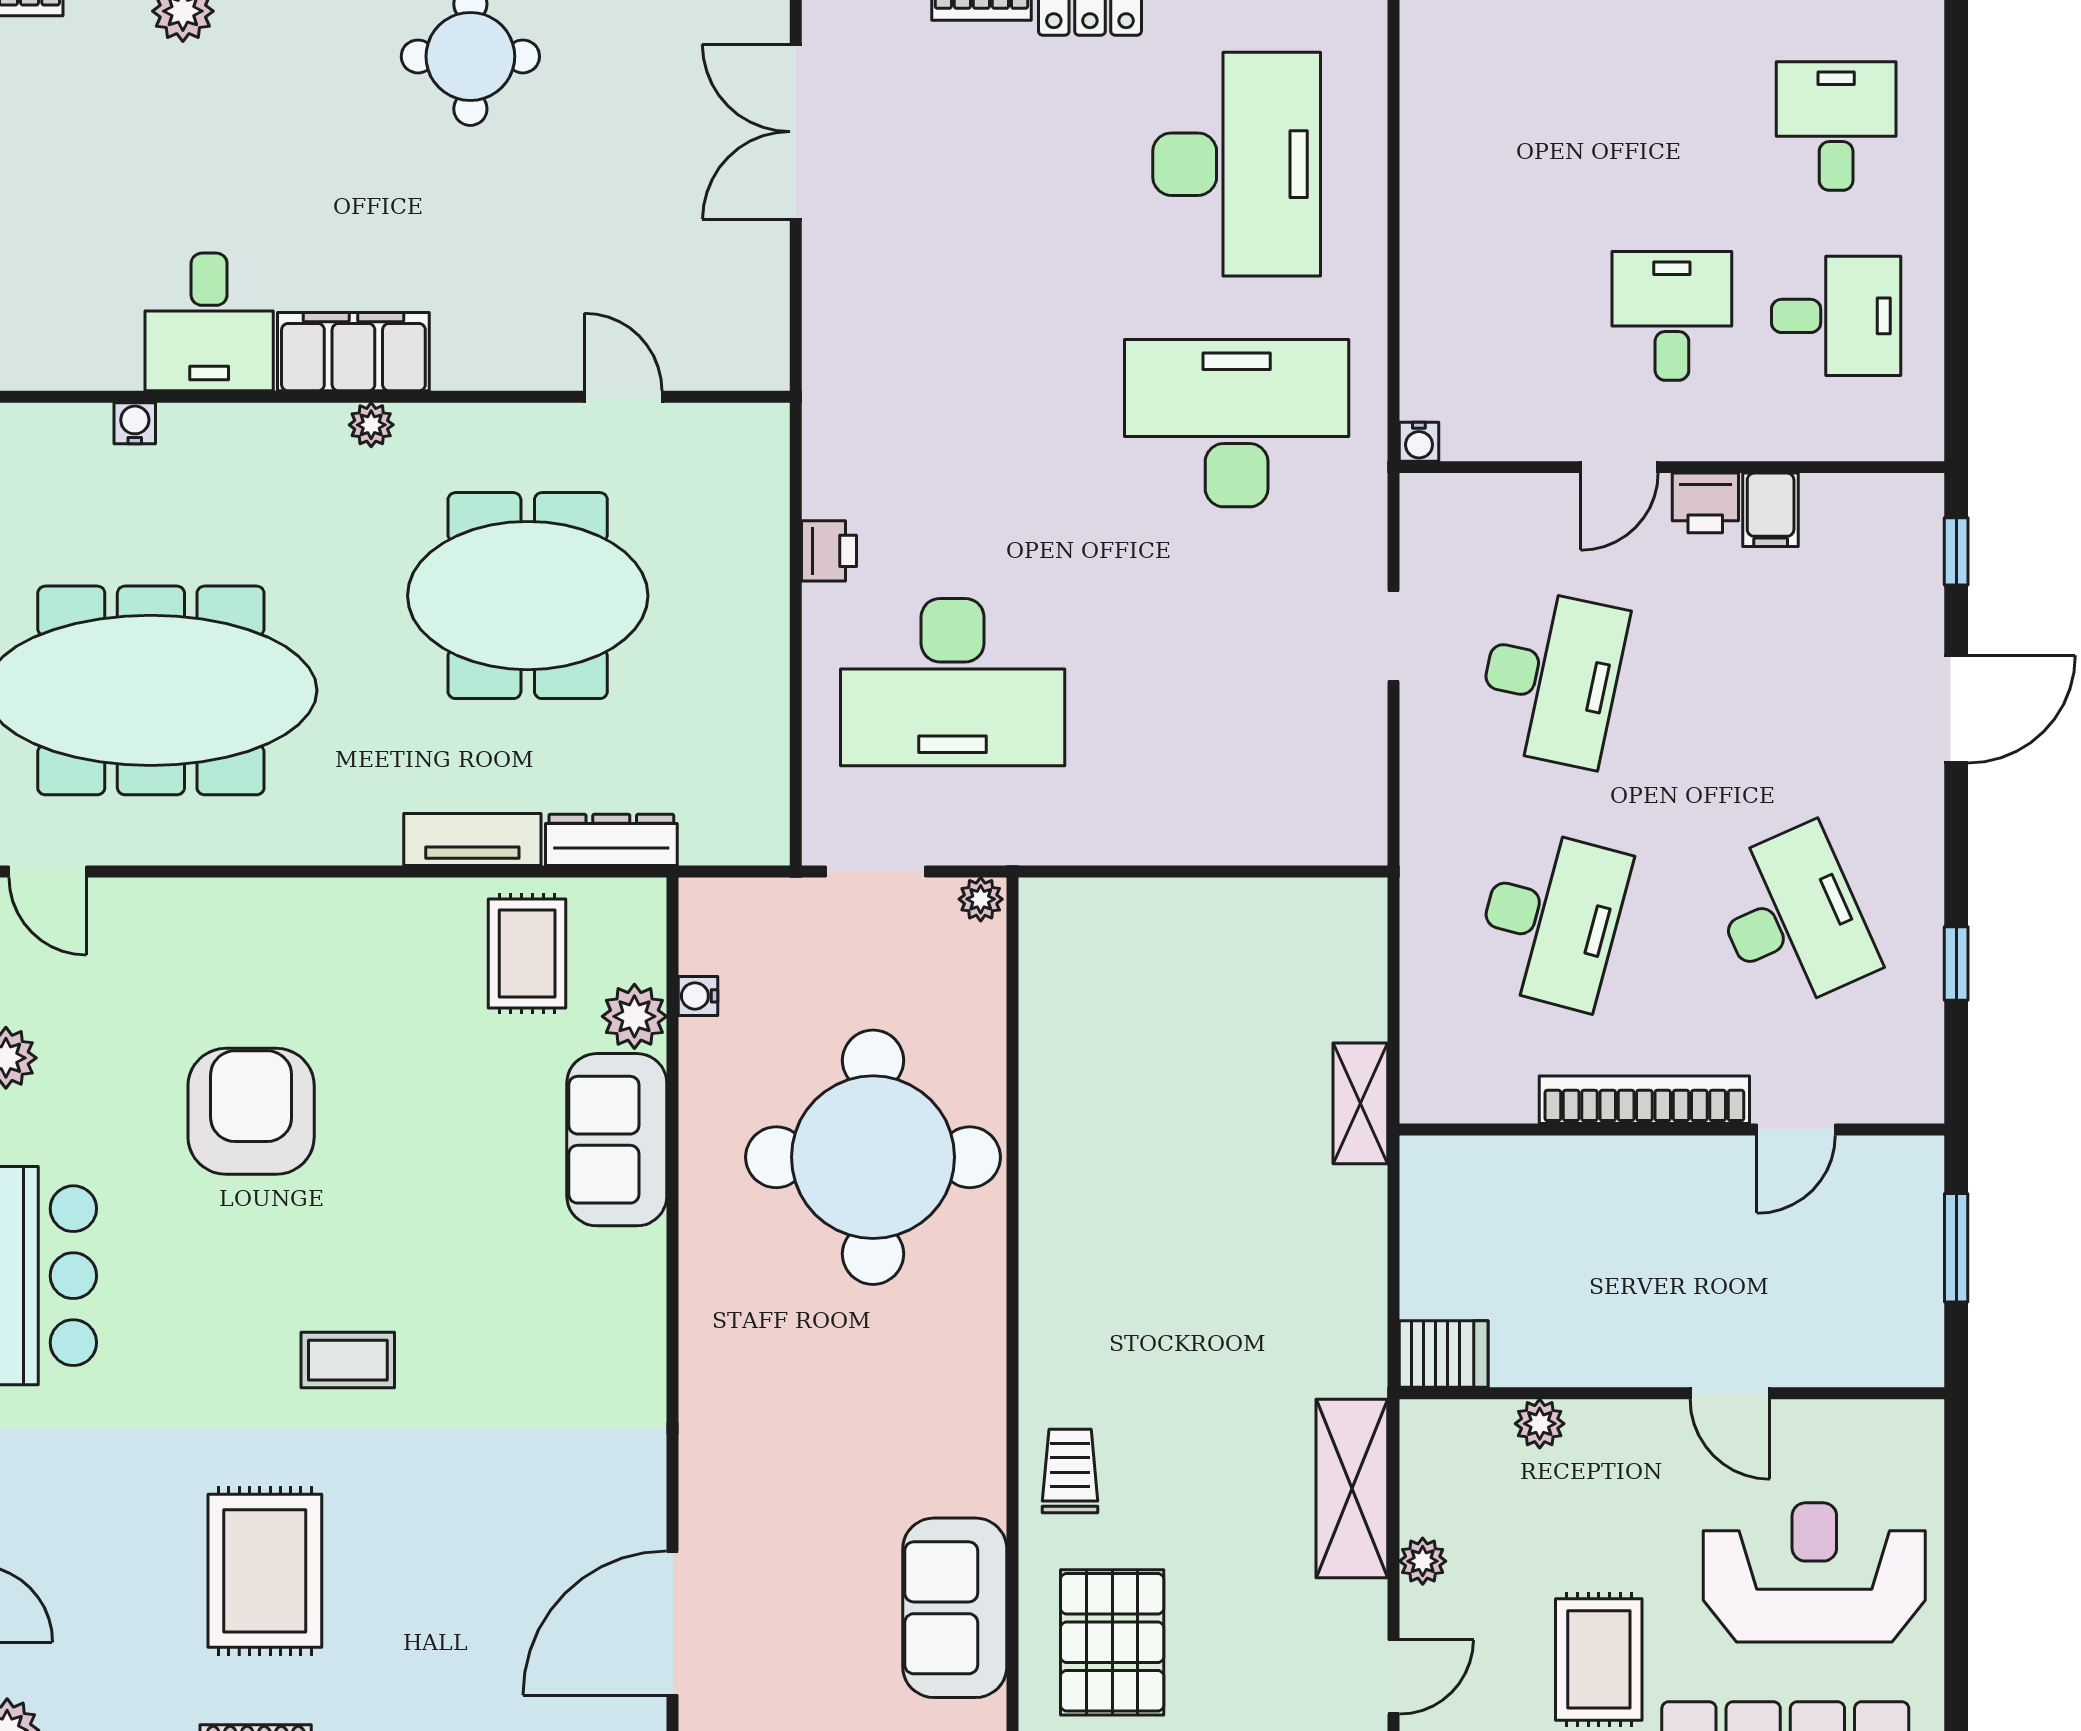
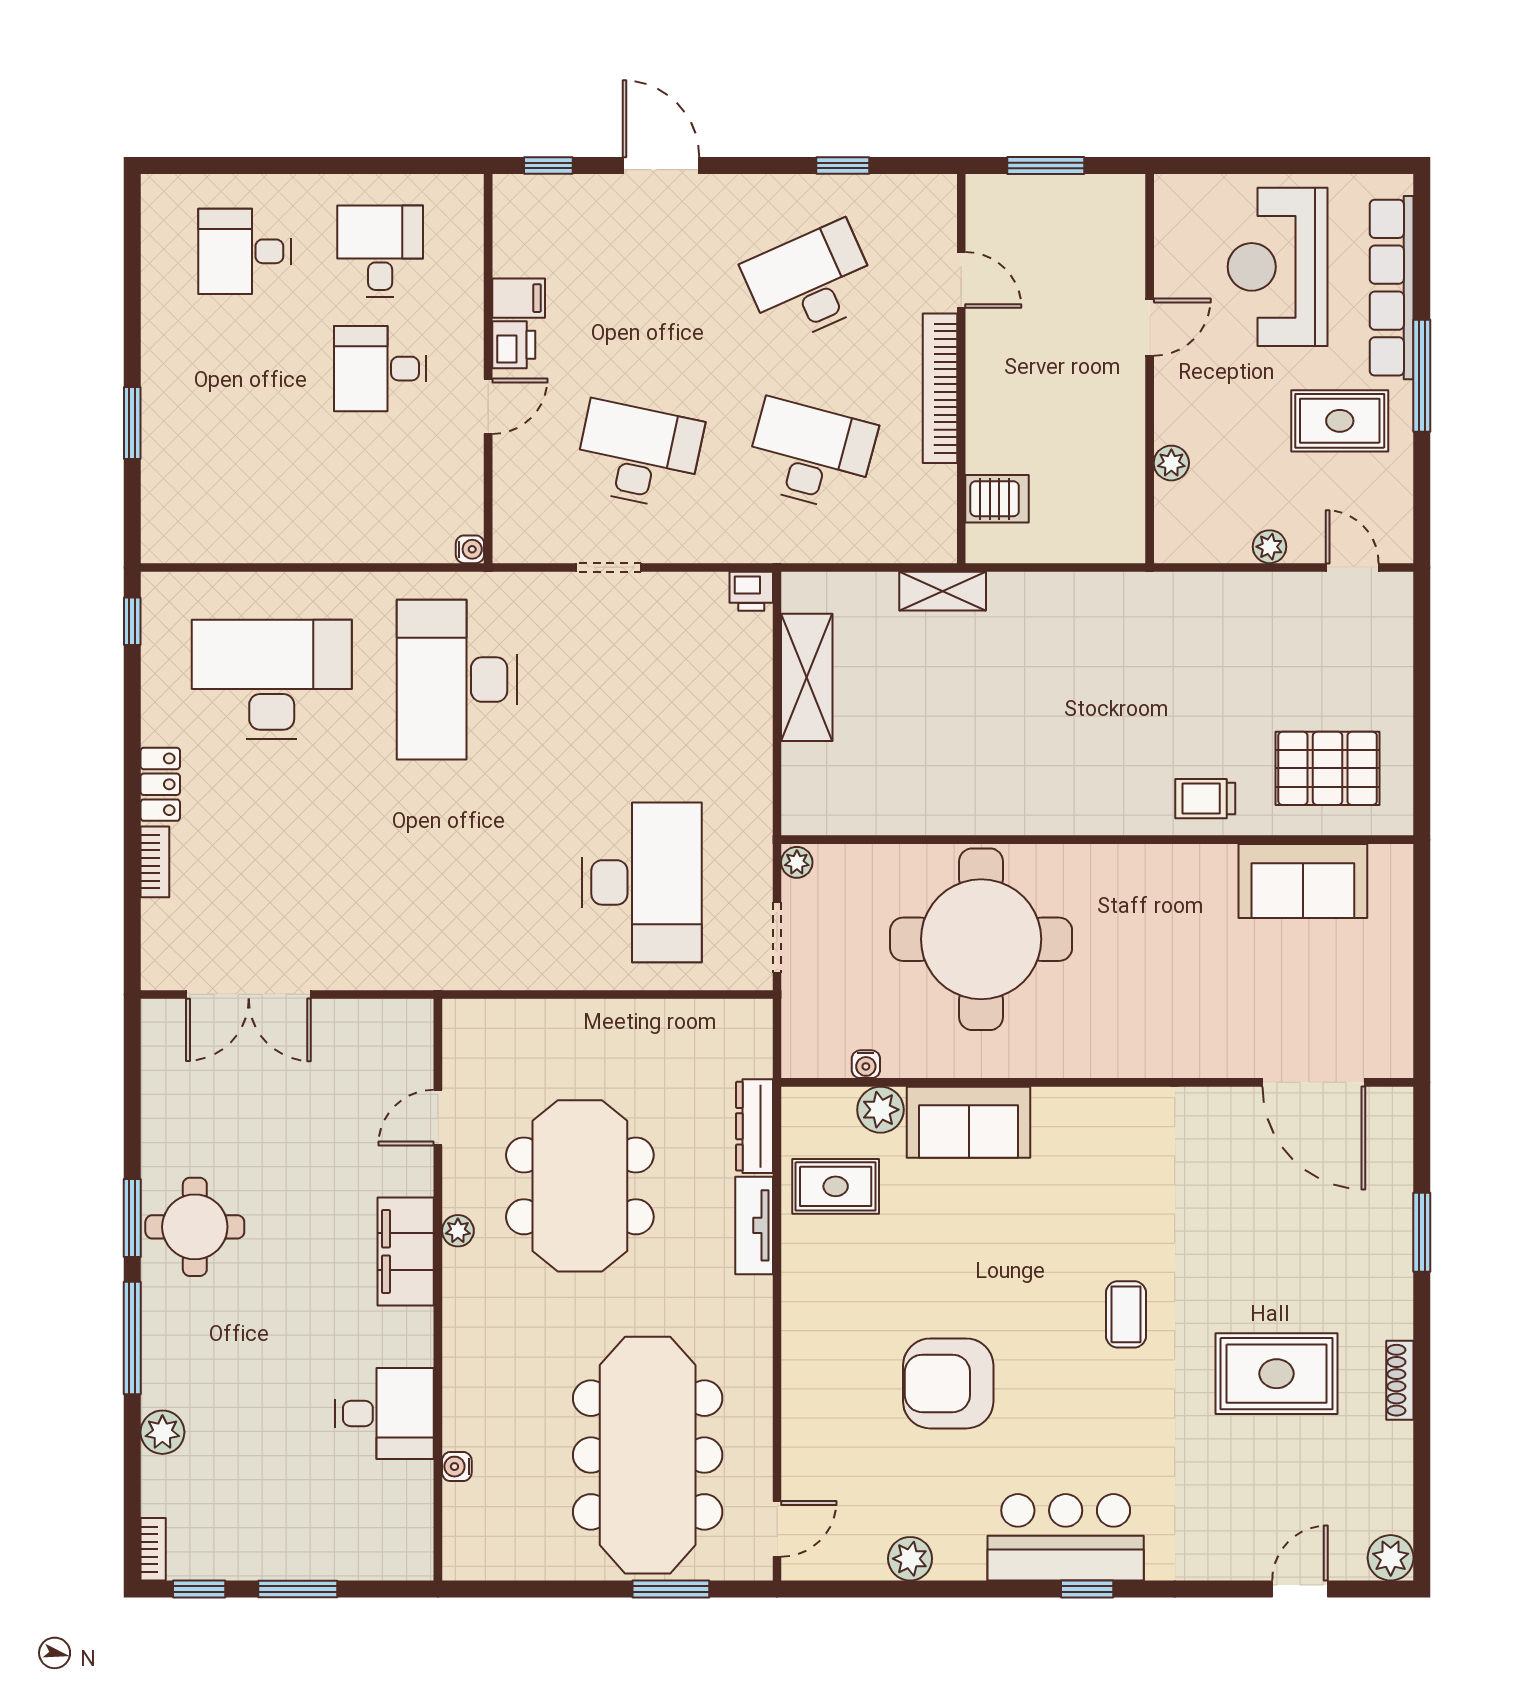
filing cabinet: (353, 352) -> (406, 1251), moved
plant: (371, 425) -> (458, 1231), moved
door: (1619, 467) -> (488, 406), hinge flipped
printer: (829, 551) -> (751, 591), moved, turned 180
server rack: (1444, 1354) -> (997, 499), moved, turned 90
shelving: (1352, 1488) -> (807, 677), moved, turned 90

